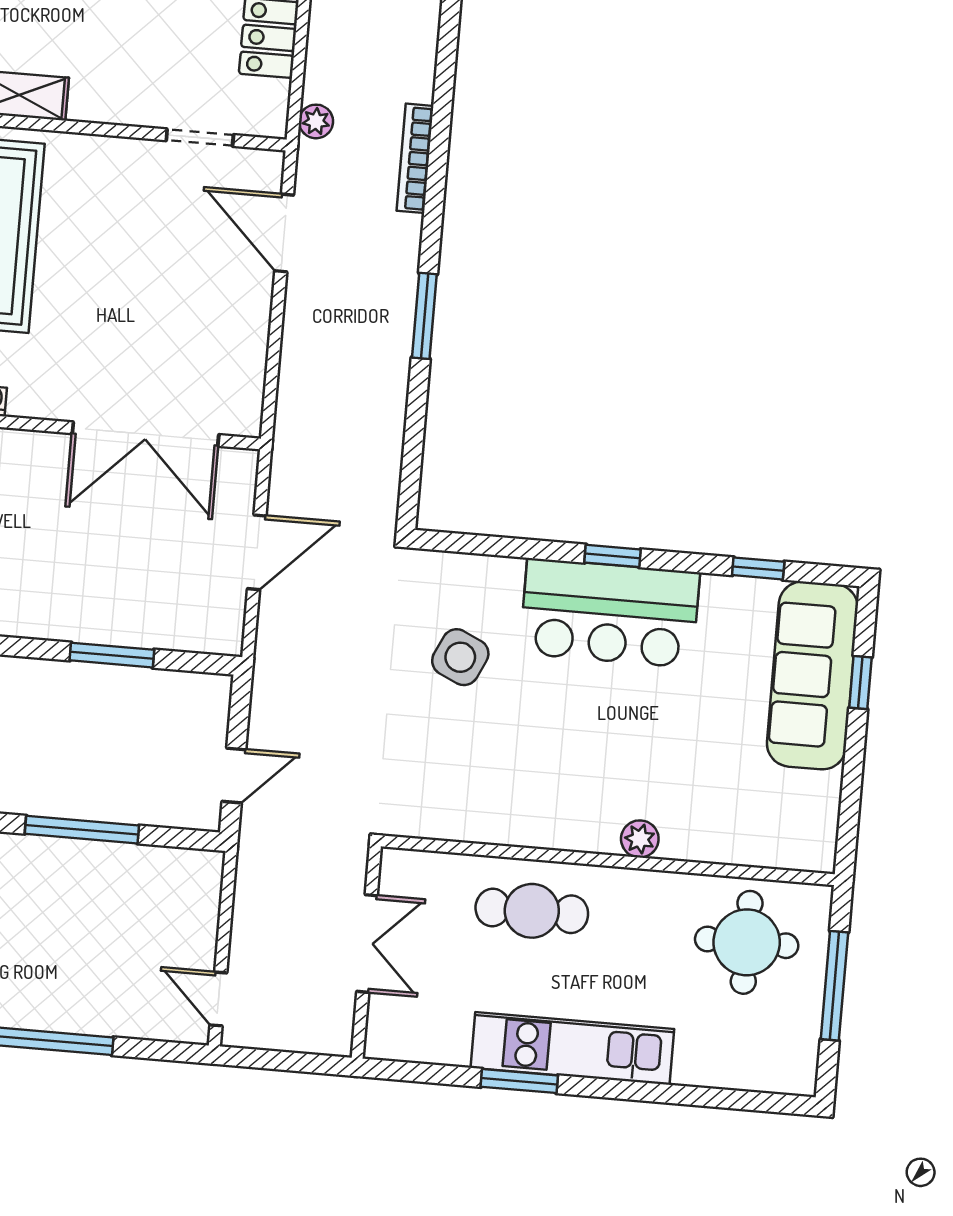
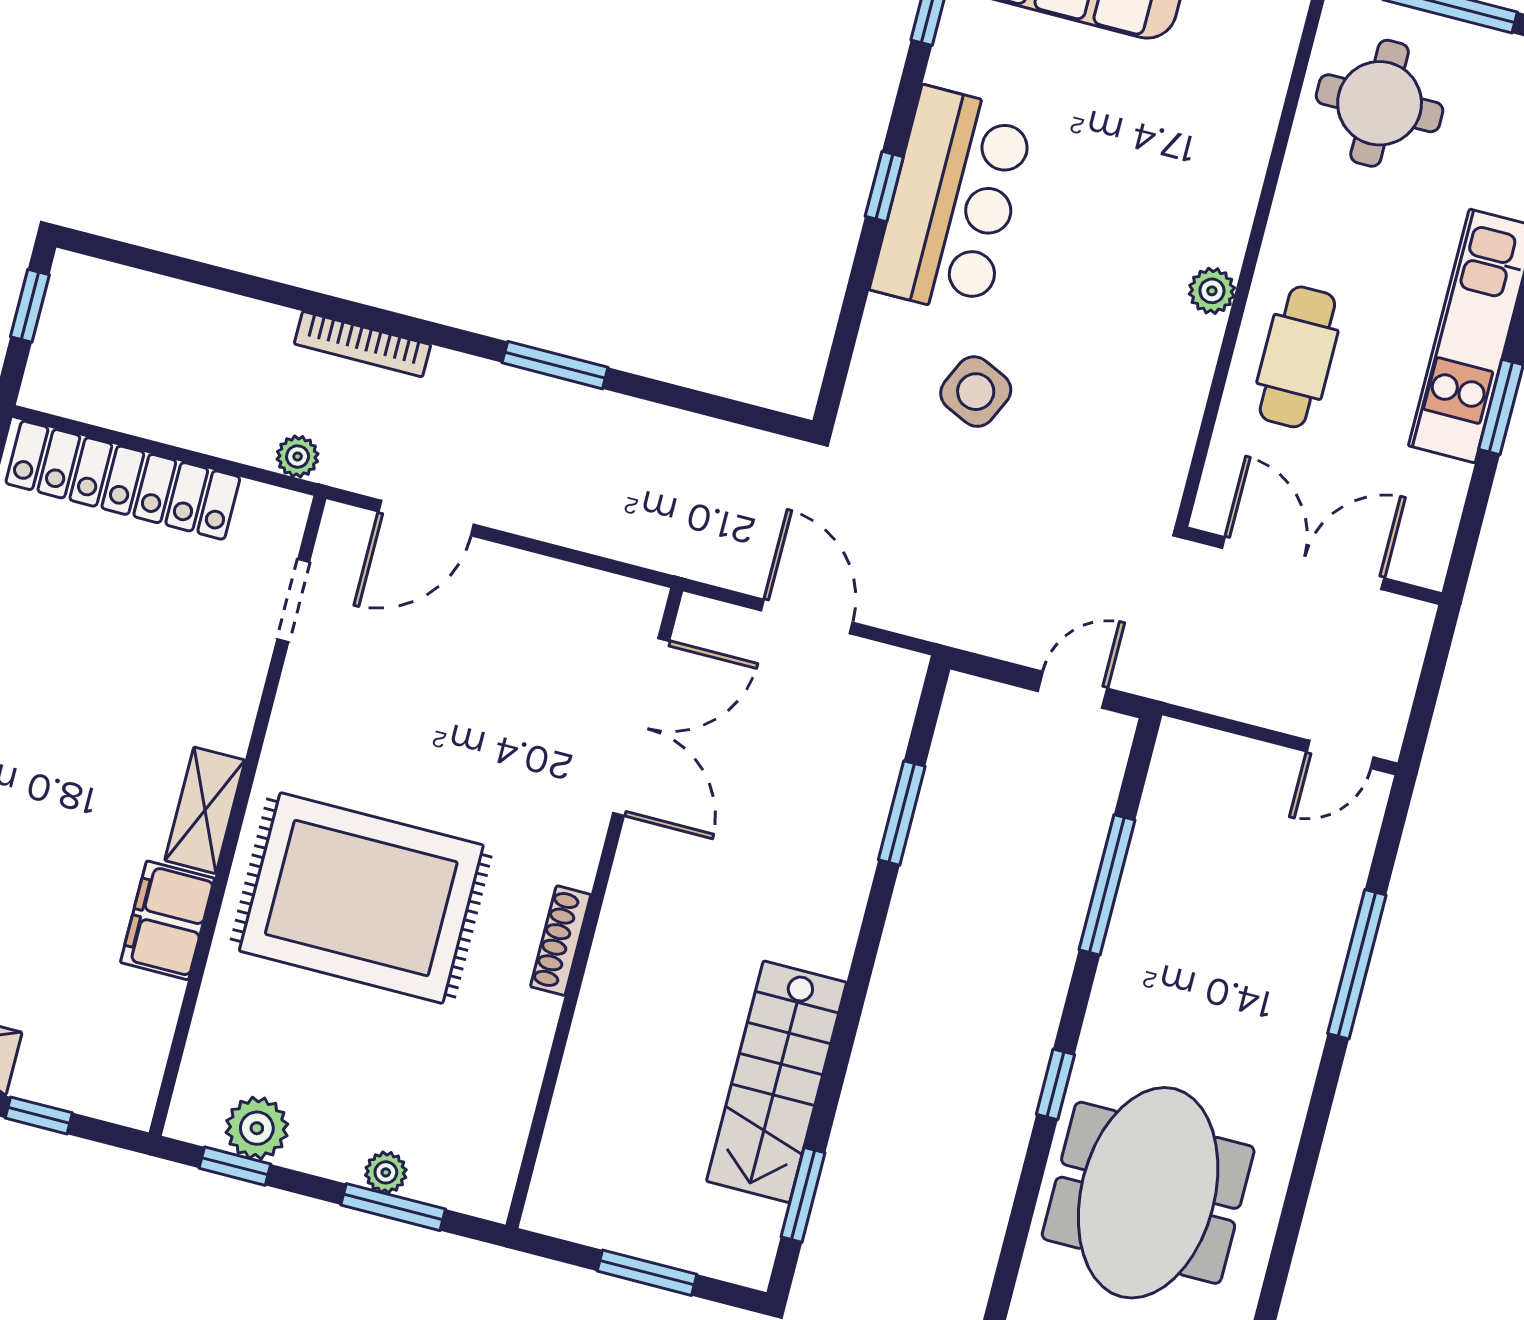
door: (234, 775) -> (1073, 690), hinge flipped
plant: (640, 839) -> (1212, 291), moved
double door: (367, 943) -> (1303, 563), width x1.37

